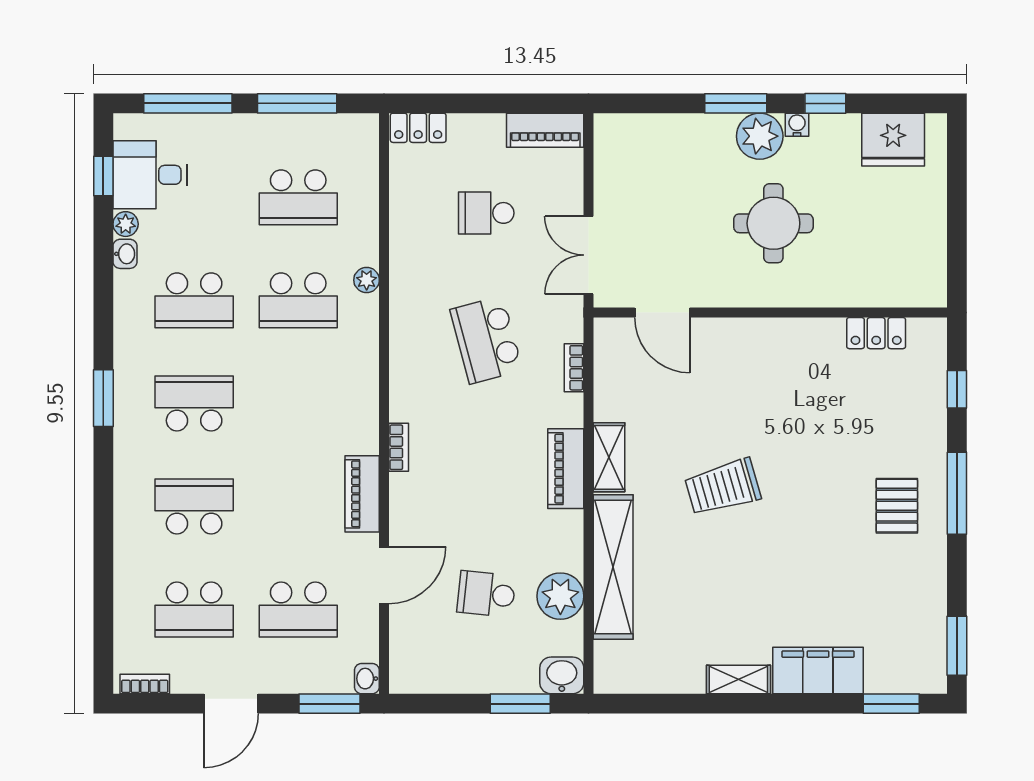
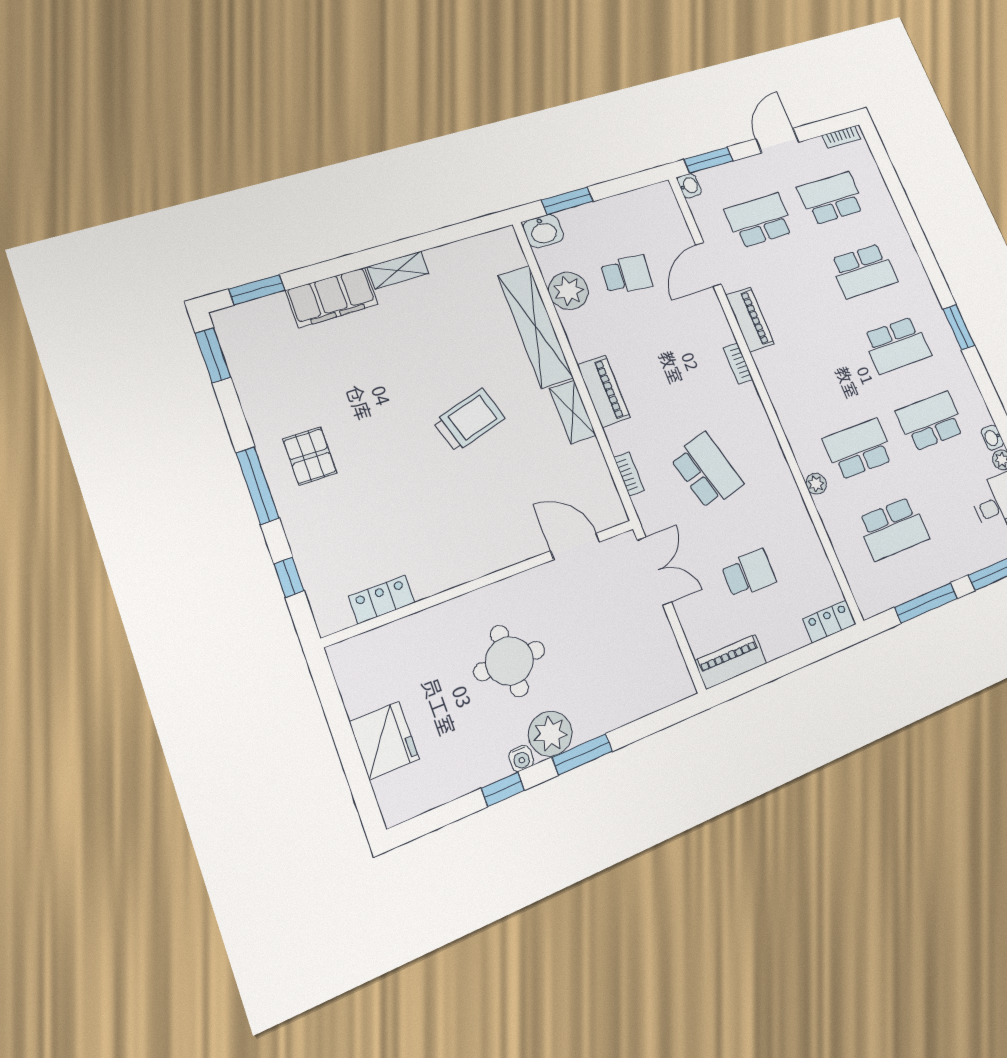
fridge: (893, 140) -> (384, 740), moved, turned 90
school desk: (298, 197) -> (893, 529), turned 180

